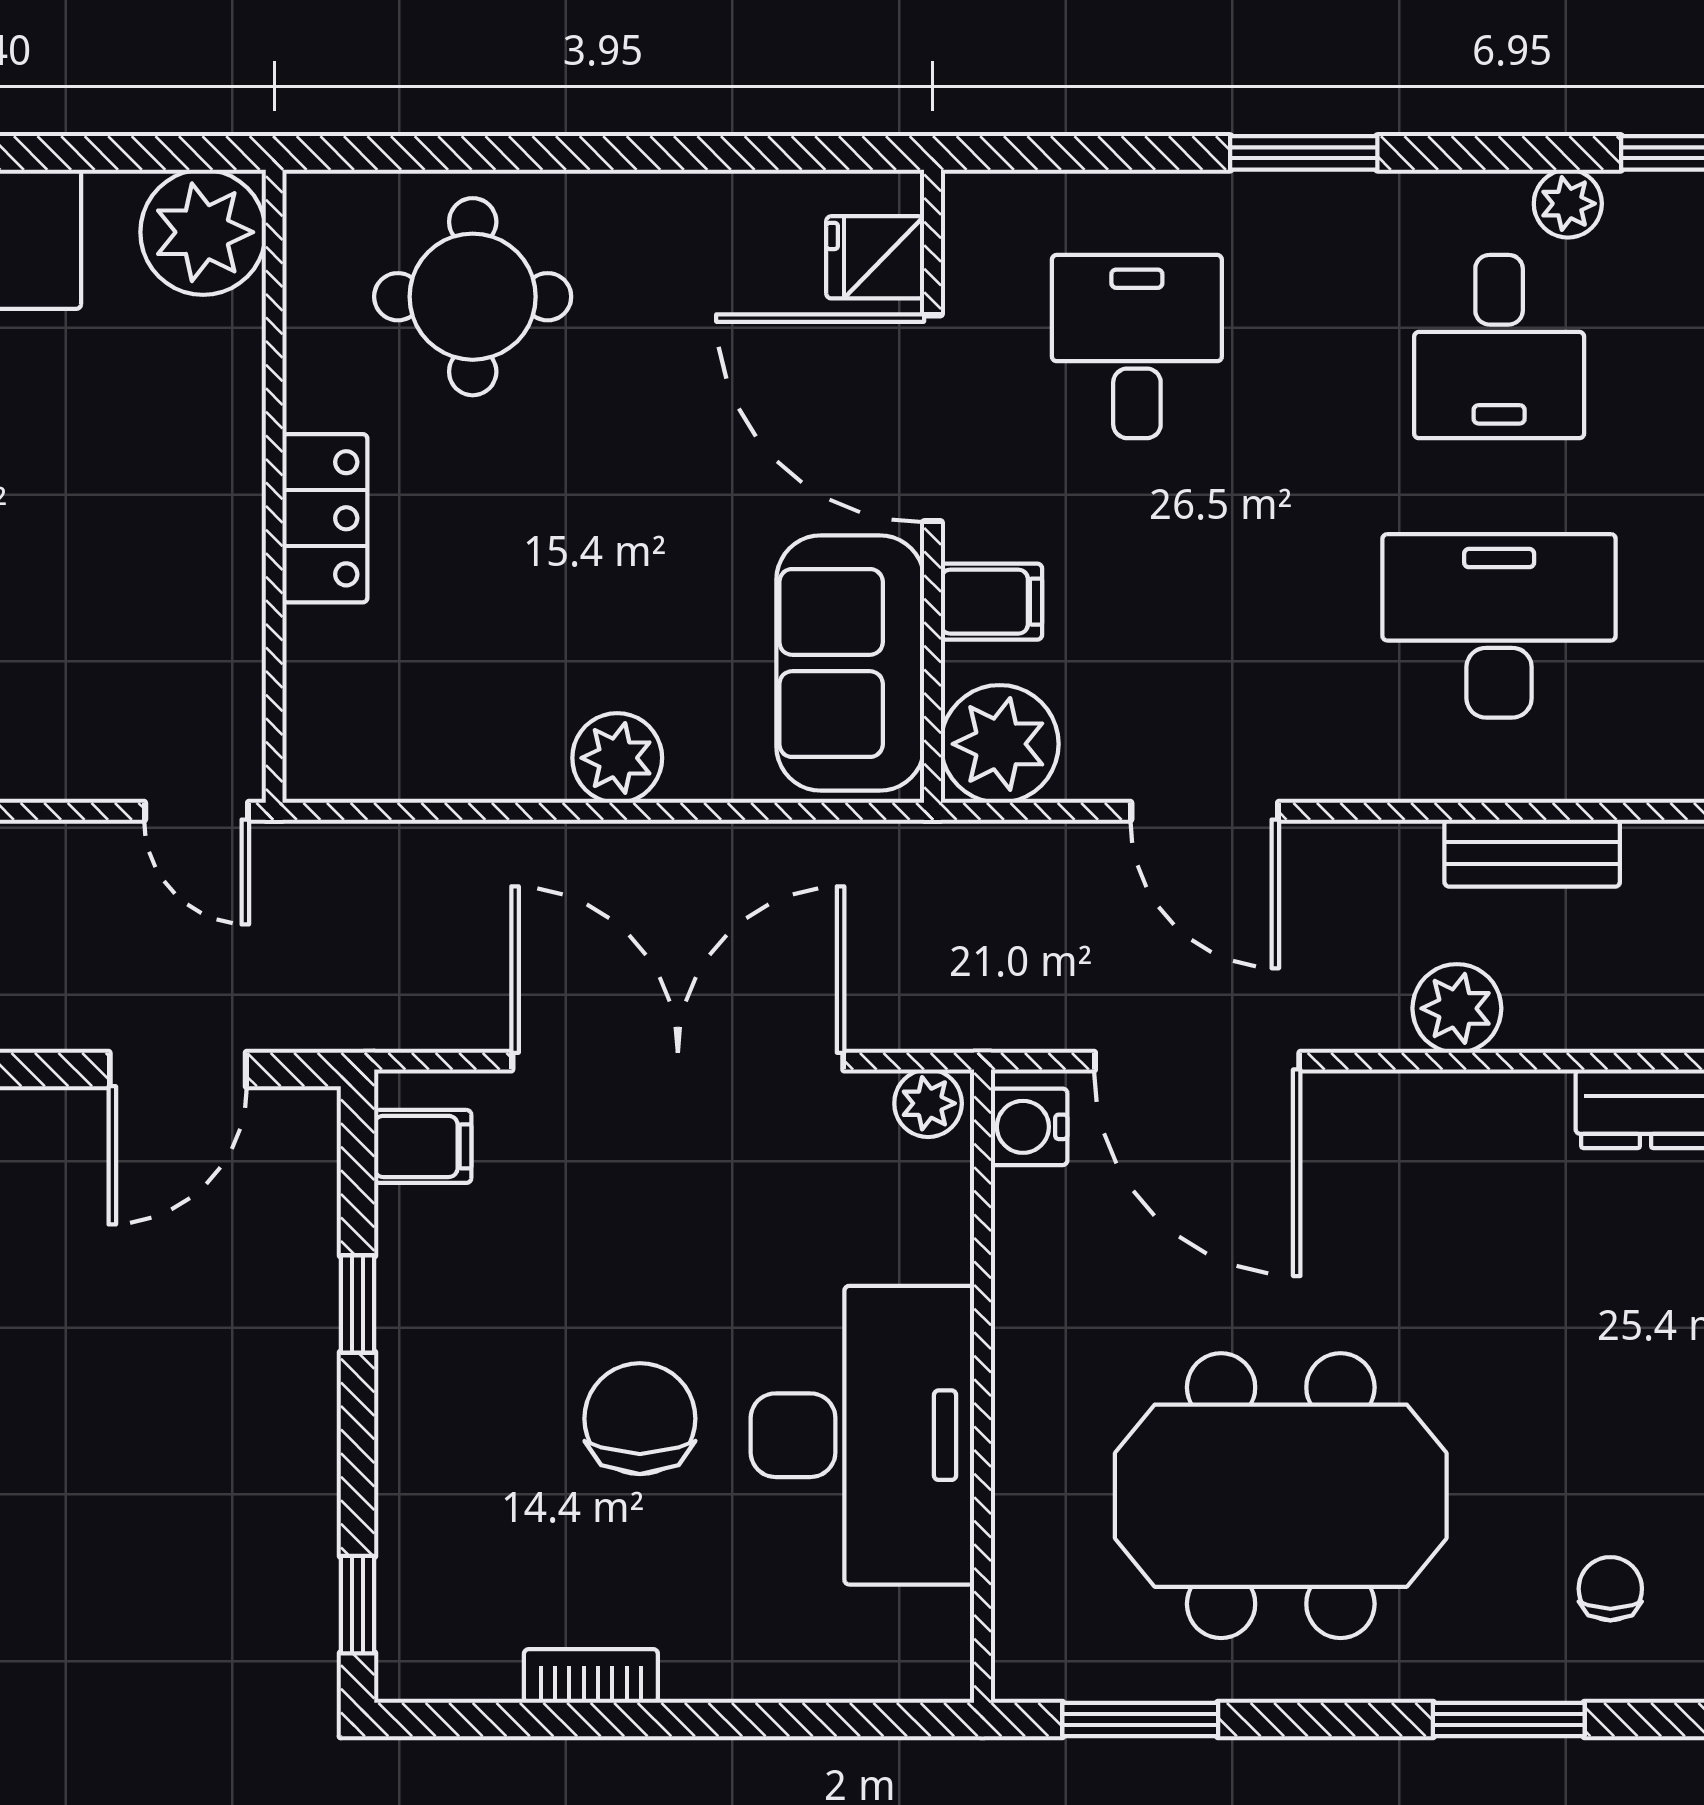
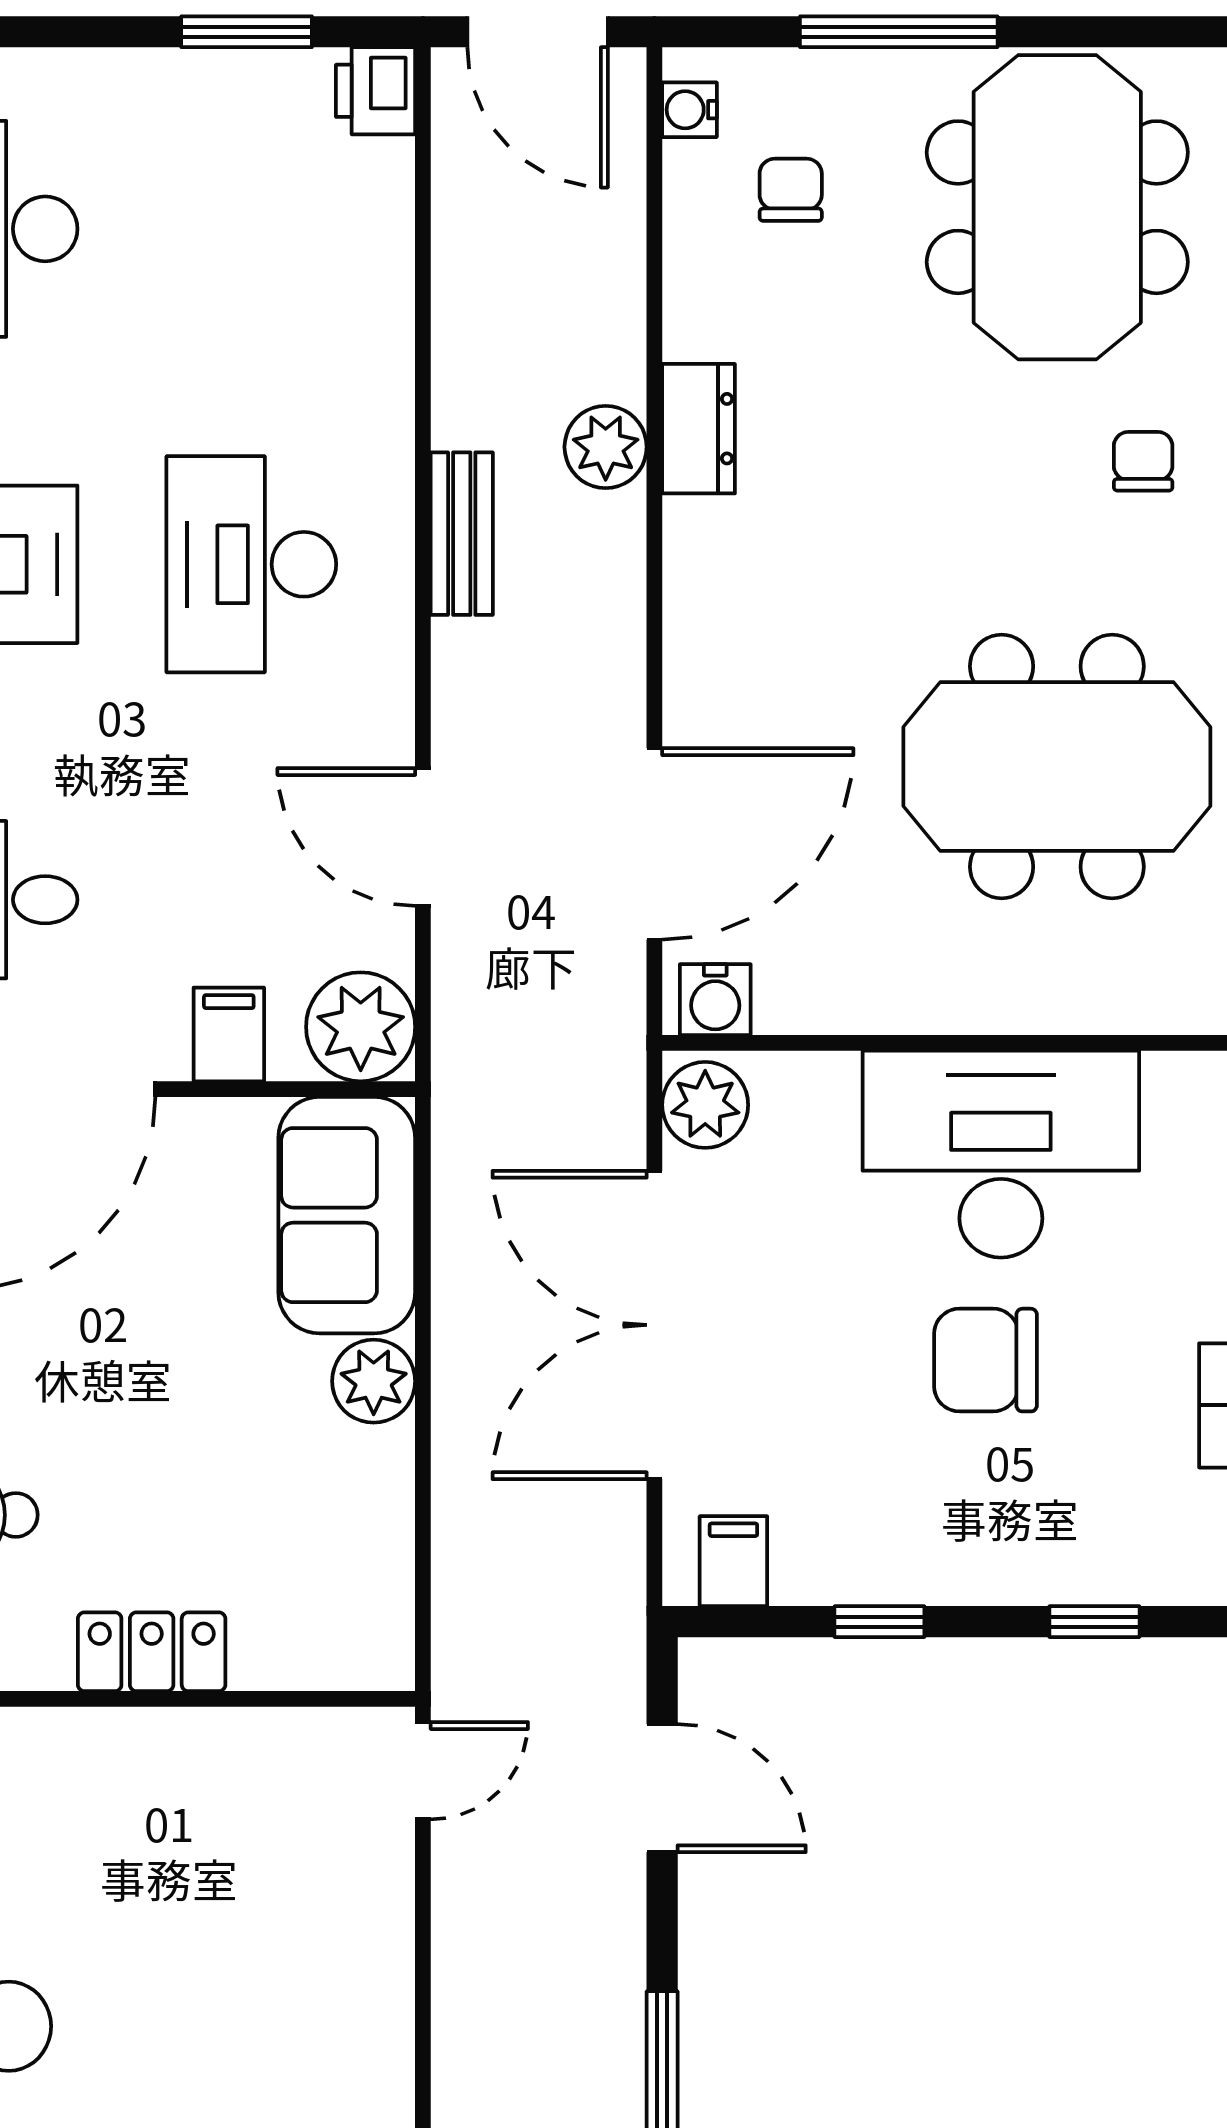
sofa: (850, 663) -> (347, 1215), moved, turned 90
door: (1205, 811) -> (423, 837), swing flipped
plant: (1457, 1008) -> (606, 447), moved
plant: (928, 1103) -> (705, 1105), width x1.38, depth x1.38
meeting table: (1281, 1496) -> (1057, 767), turned 90
chair: (1610, 1589) -> (1143, 461), turned 90
window: (357, 1605) -> (1094, 1622), moved

